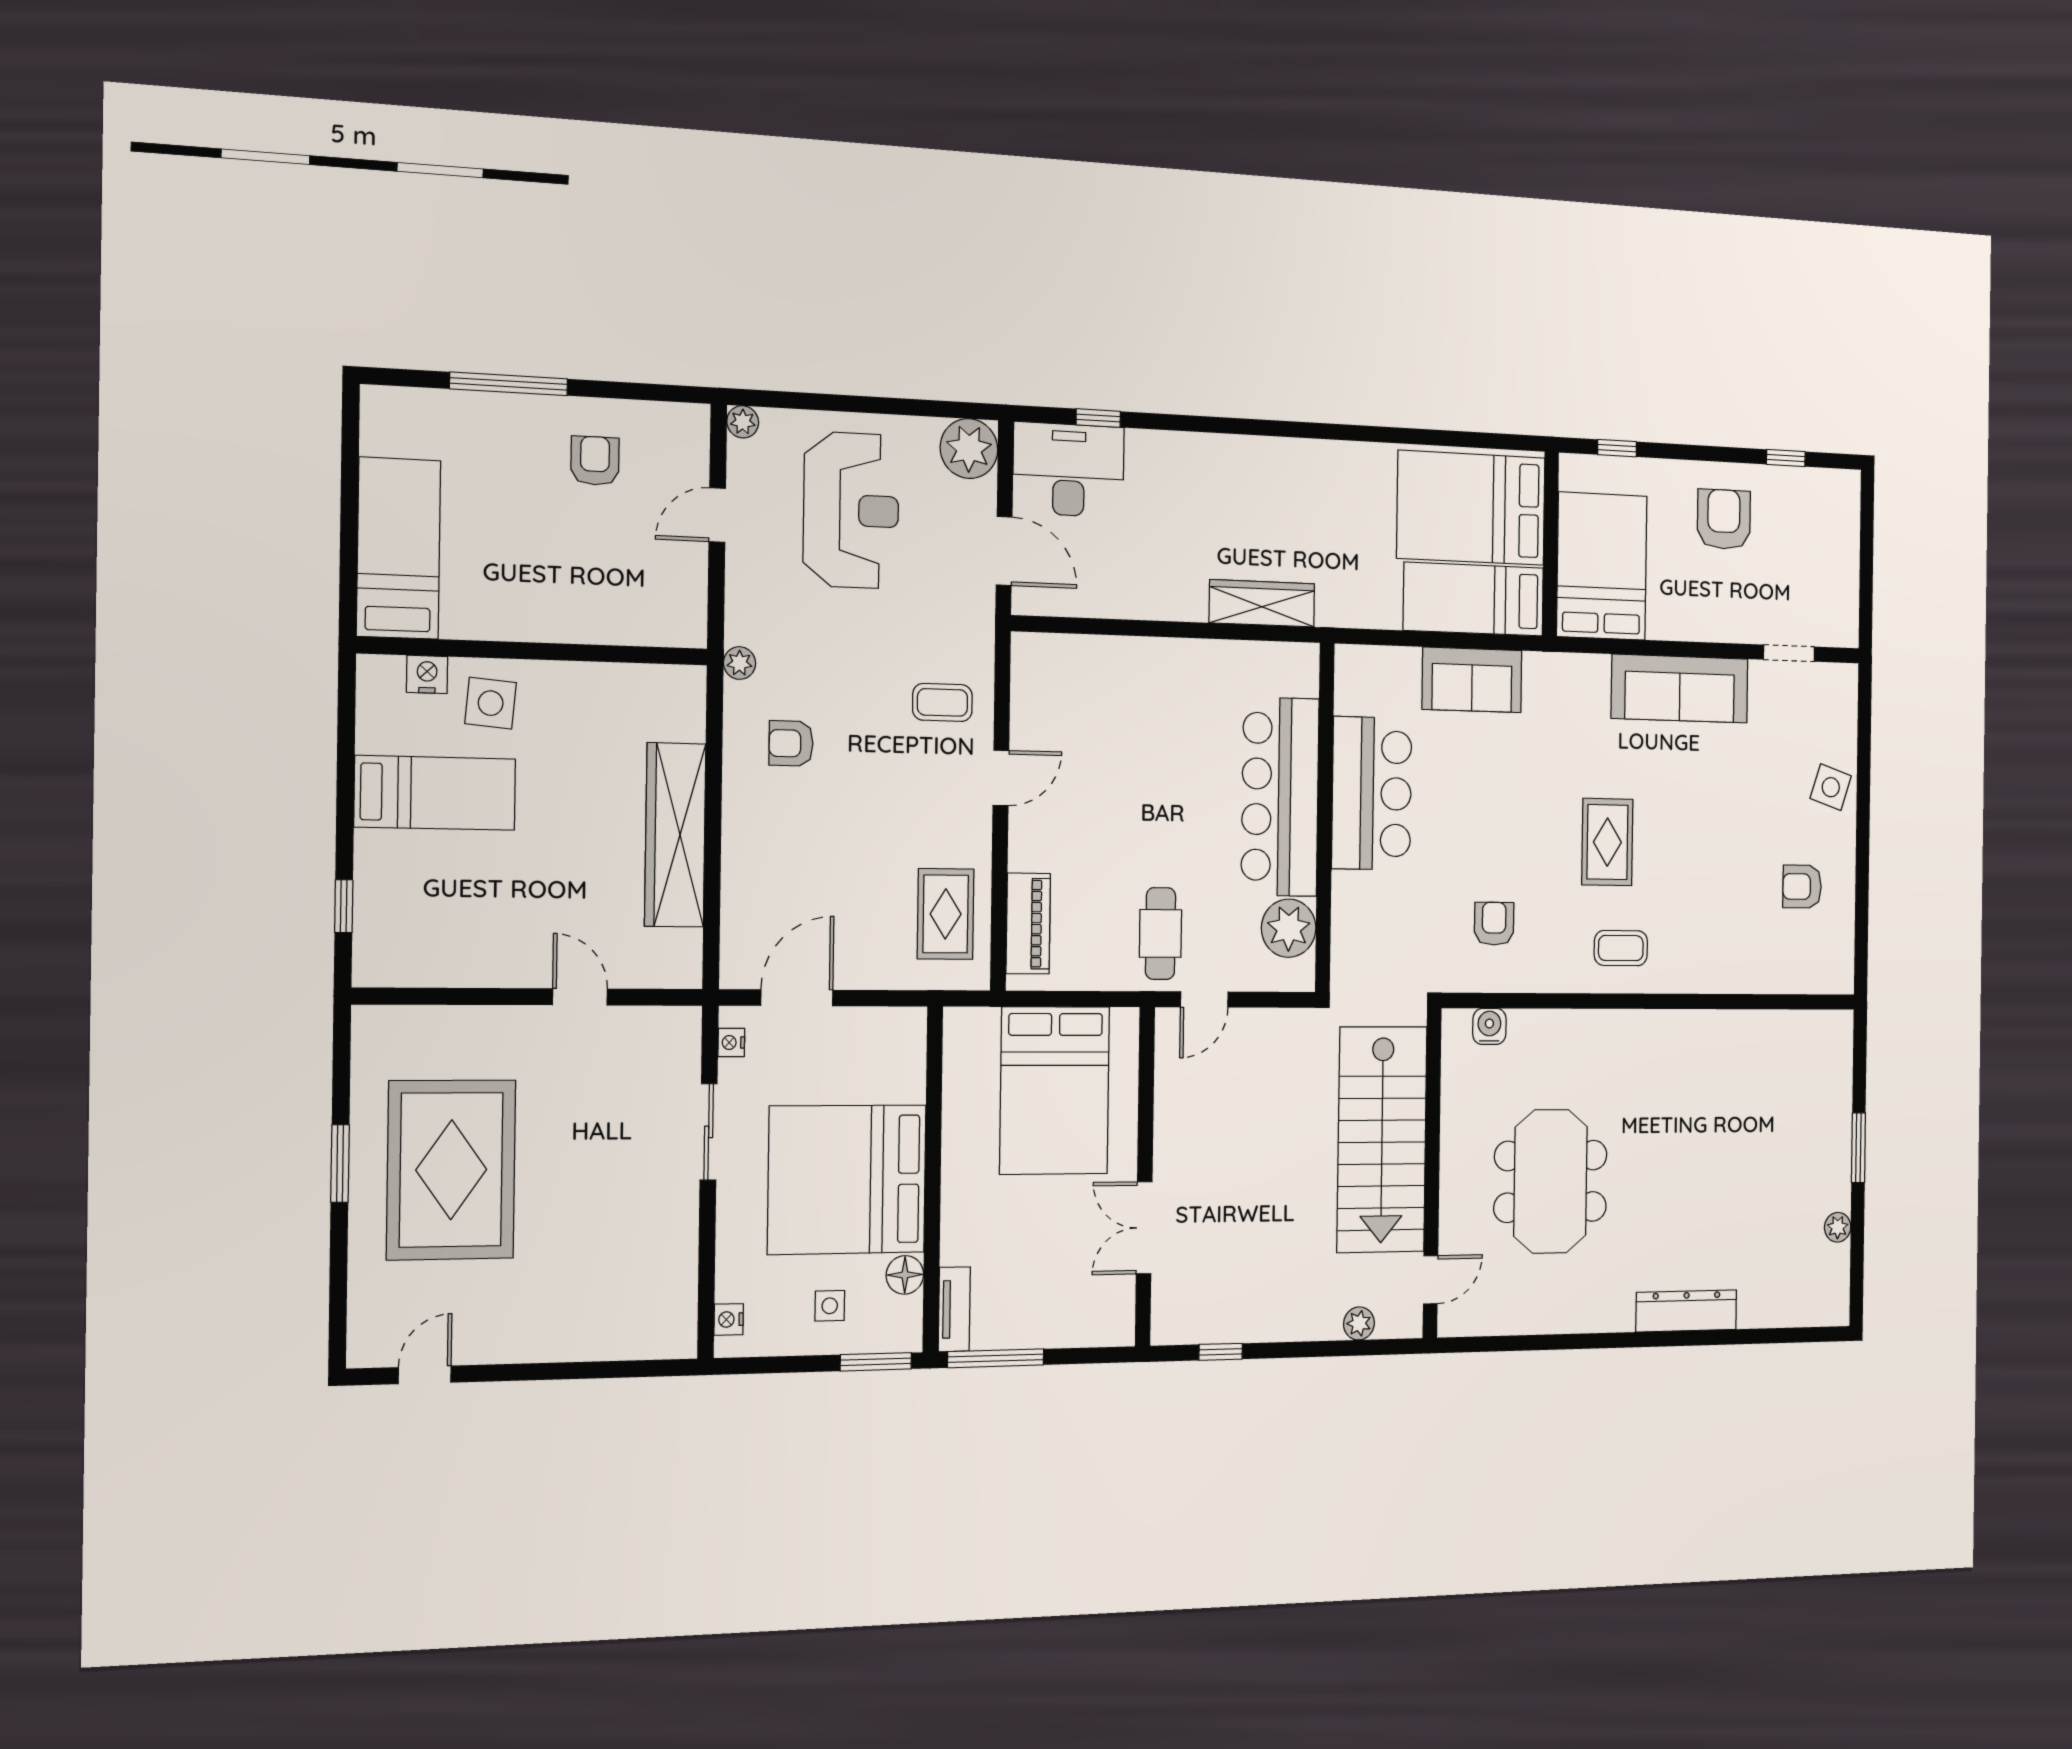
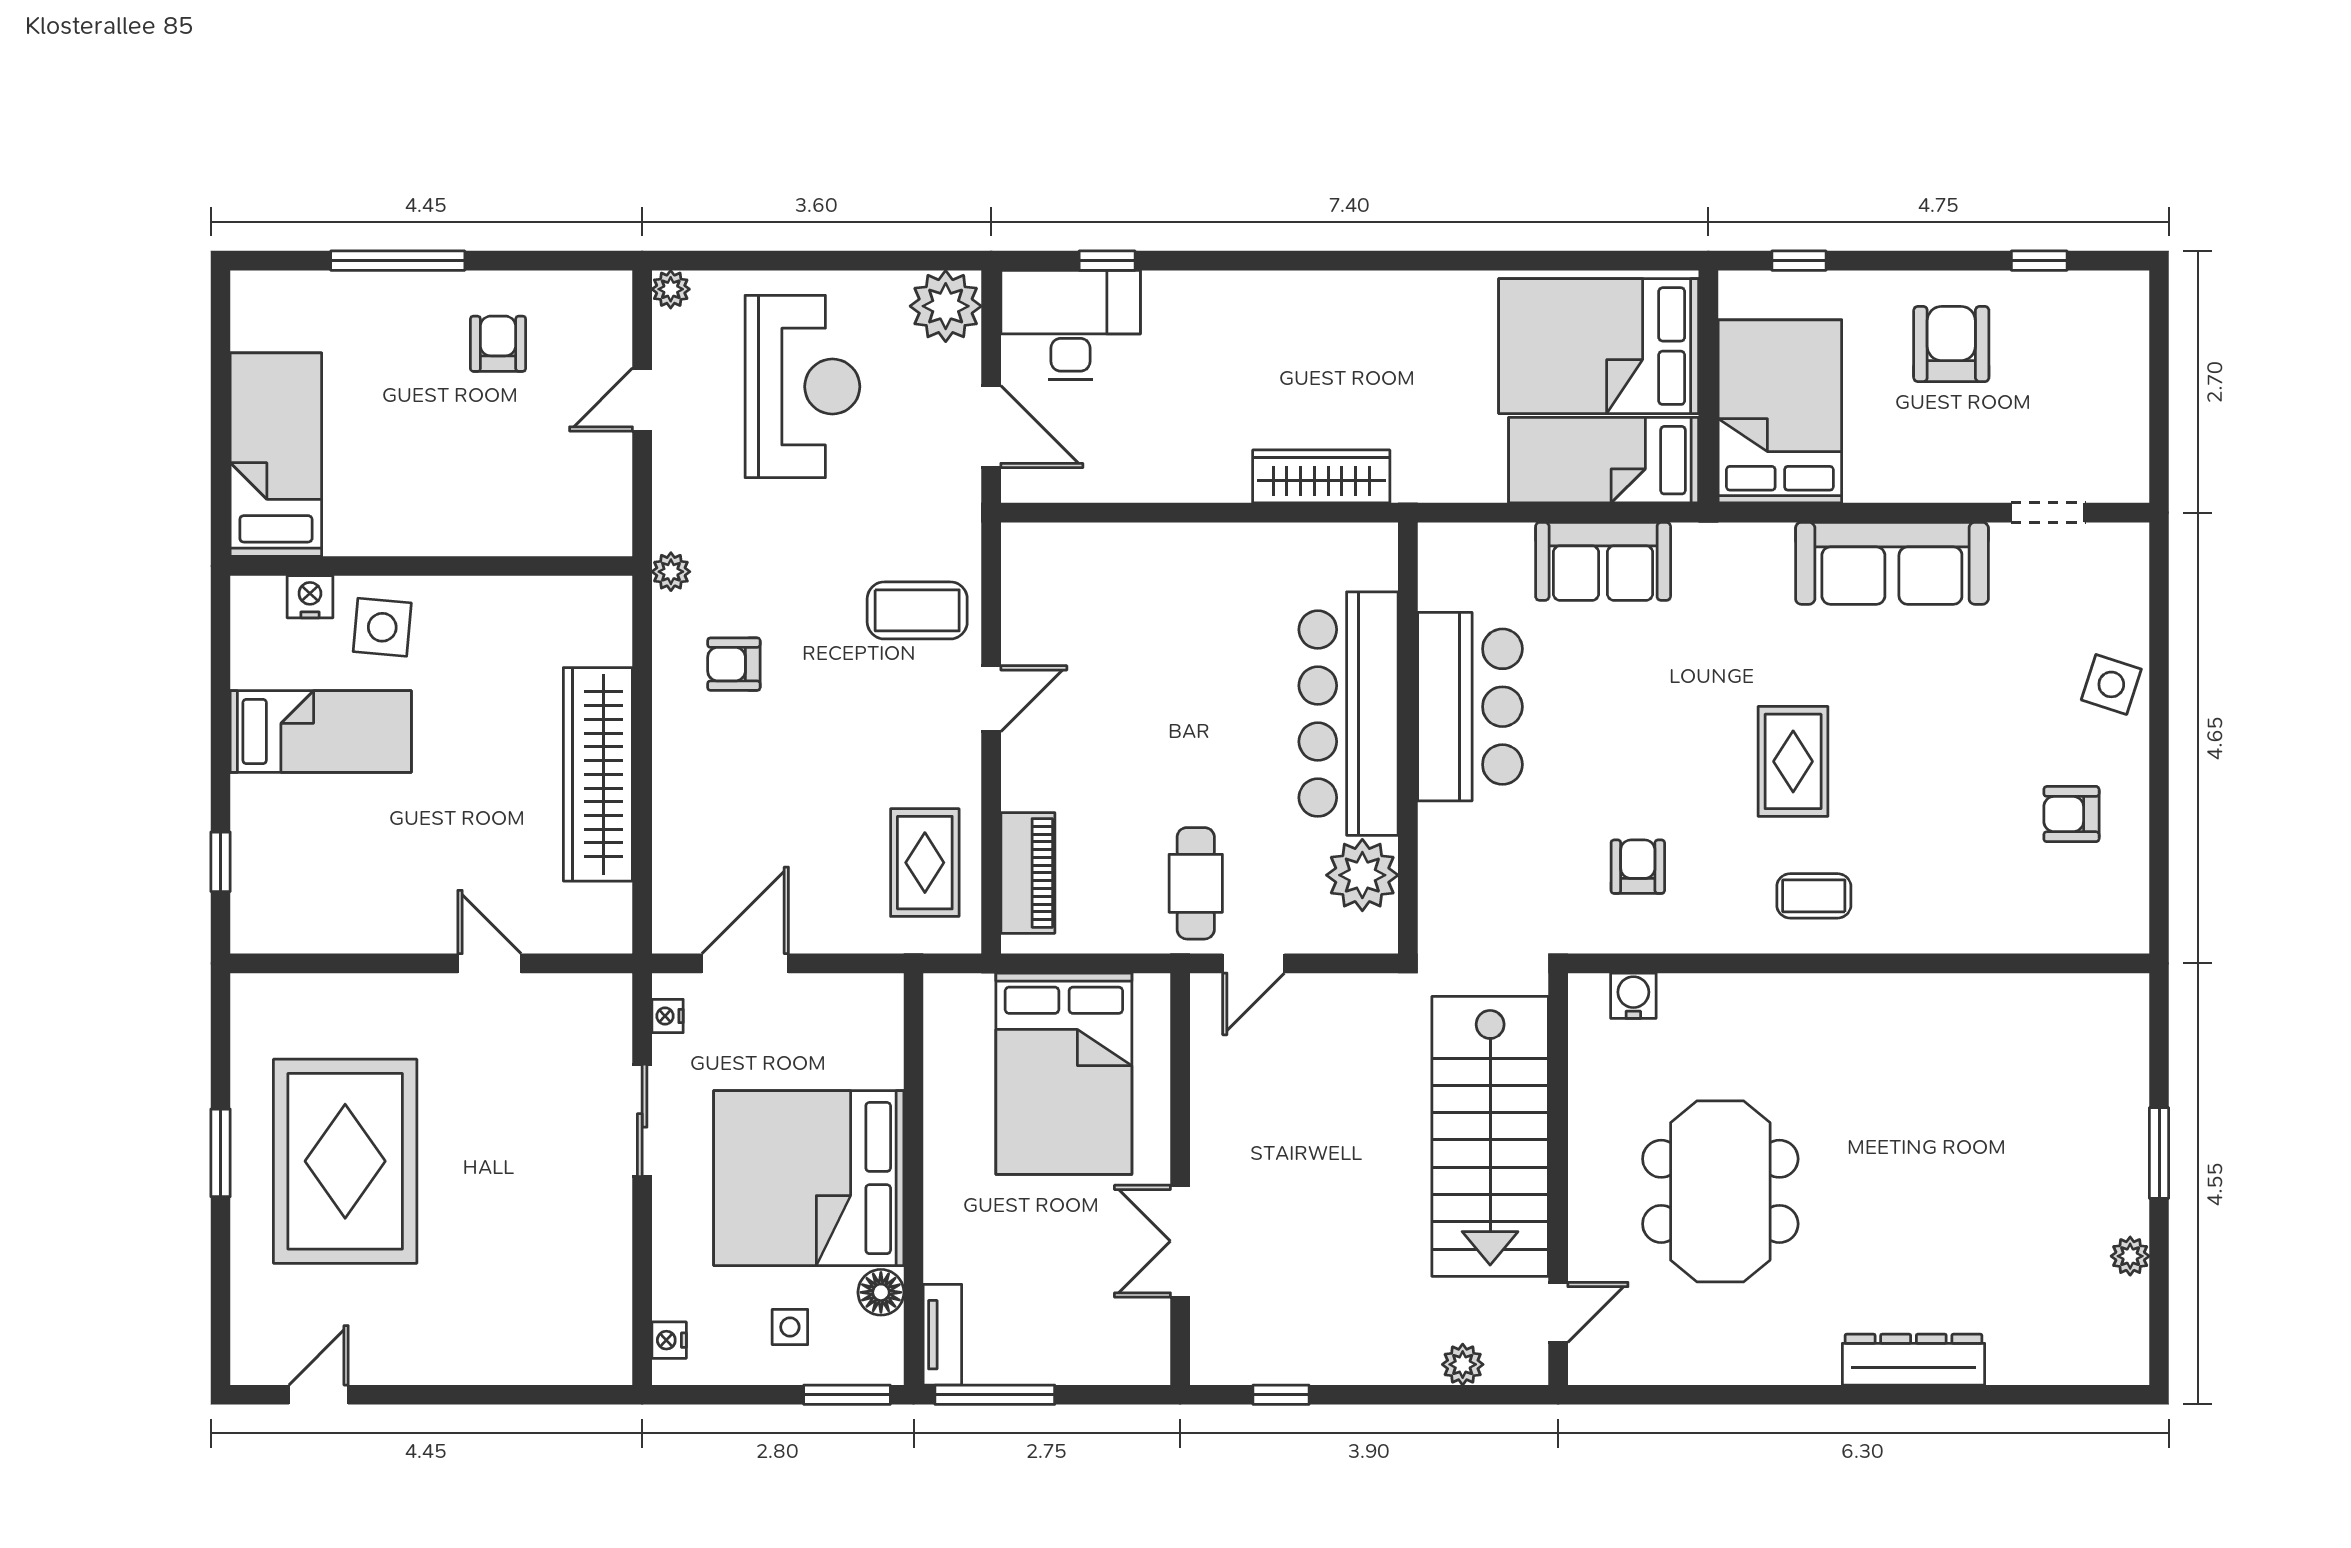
coffee table: (942, 702) -> (917, 610), width x1.36, depth x1.30

